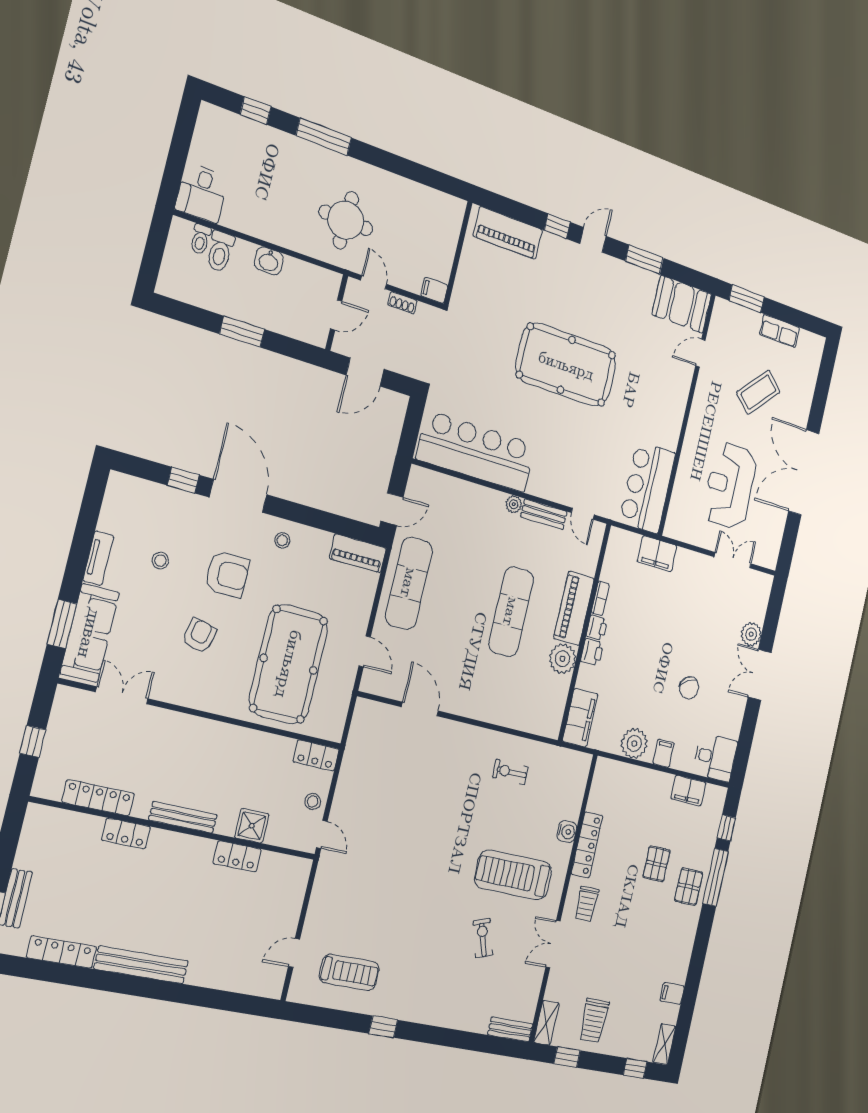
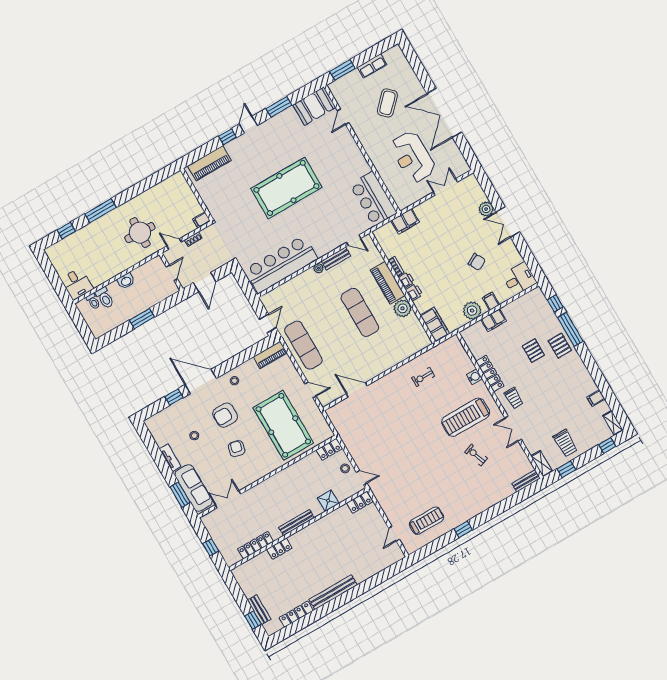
armchair: (227, 574) -> (225, 415), turned 180
filing cabinet: (688, 791) -> (494, 320), moved
locker: (237, 856) -> (360, 502), moved

